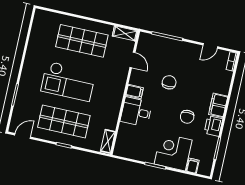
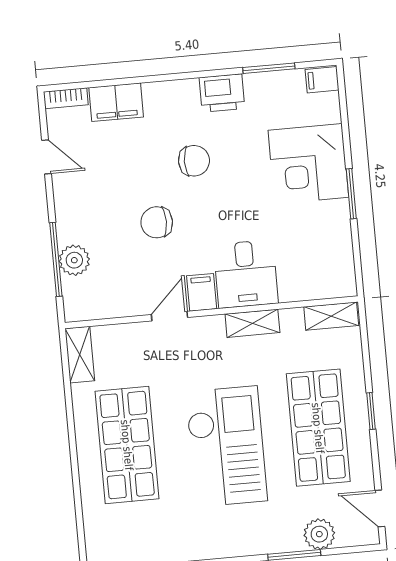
plant: (164, 44) -> (74, 260), added
door: (132, 60) -> (170, 316), moved
filing cabinet: (218, 105) -> (116, 102), moved
plant: (20, 108) -> (319, 534), added
shelving: (115, 108) -> (252, 323), added
chair: (187, 117) -> (194, 161), moved
filing cabinet: (193, 166) -> (322, 80), moved

